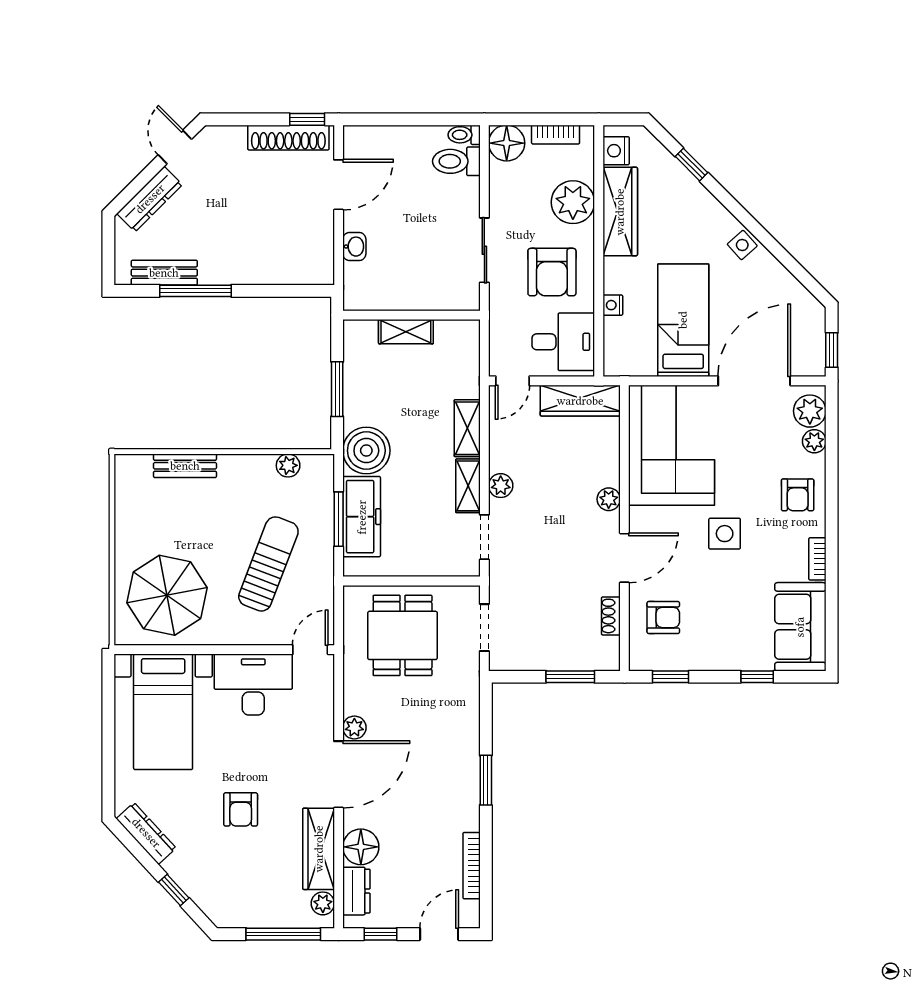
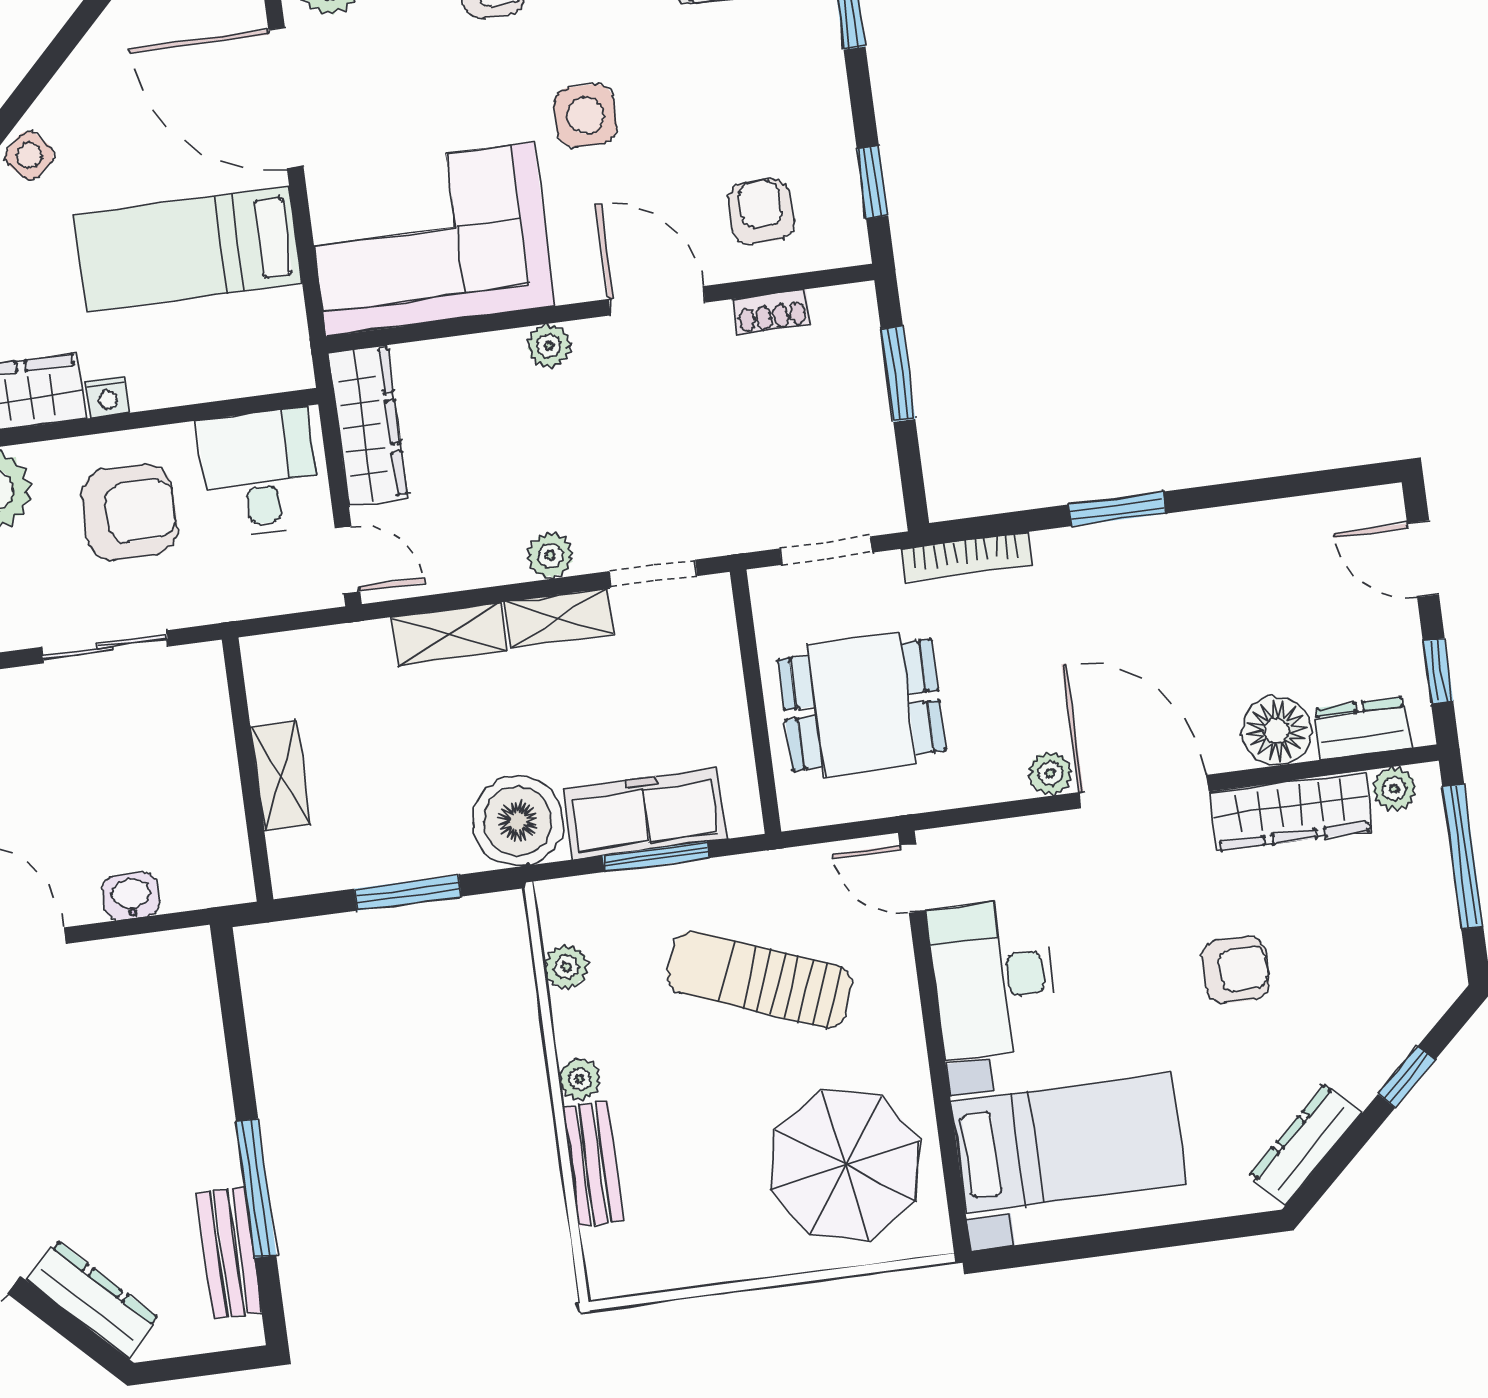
nightstand: (613, 305) -> (107, 397), moved
plant: (229, 465) -> (580, 1079), added
bookcase: (472, 866) -> (967, 557), moved

